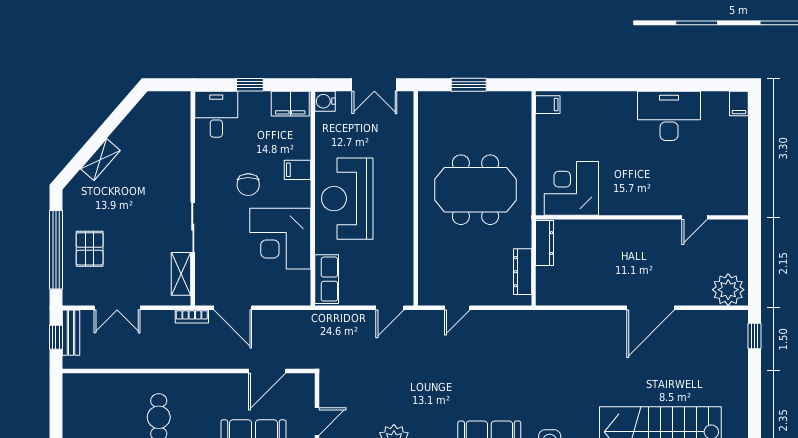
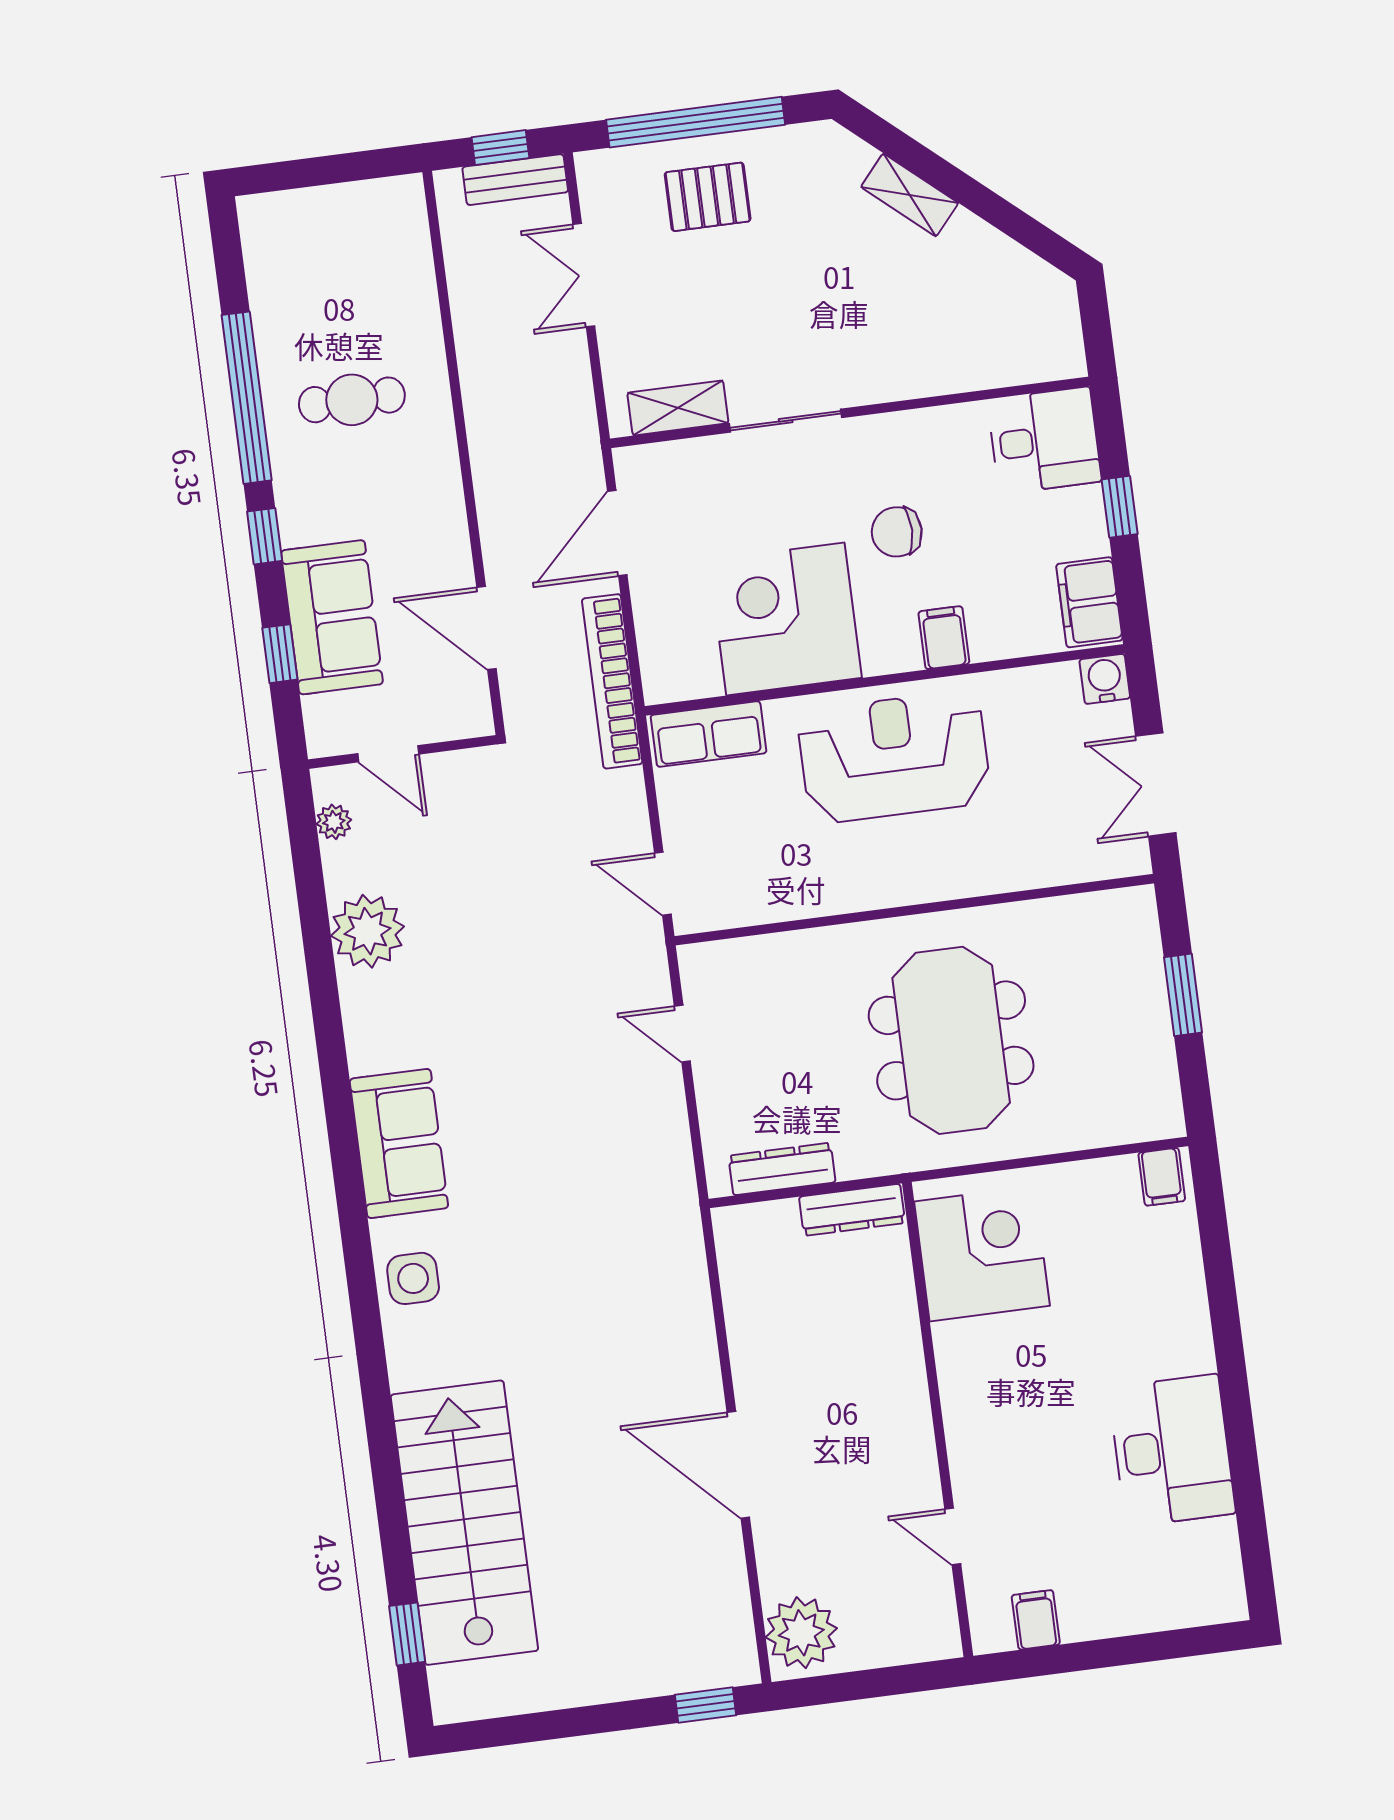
filing cabinet: (739, 103) -> (1036, 1620), moved, turned 90
bookcase: (192, 317) -> (612, 681), moved, width x2.31, depth x1.31

